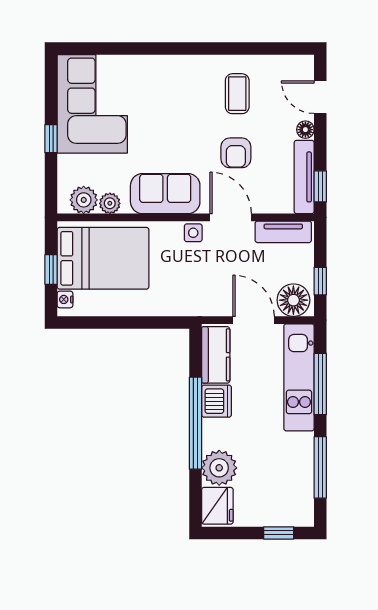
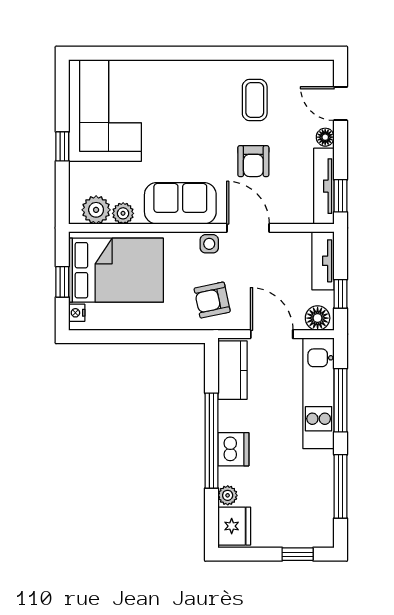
tv unit: (283, 232) -> (323, 261), moved, turned 90
armchair: (196, 287) -> (212, 300), added
floor lamp: (293, 300) -> (318, 318), width x0.73, depth x0.73
dishwasher: (217, 401) -> (233, 449), moved
plant: (219, 468) -> (228, 495), width x0.53, depth x0.53

